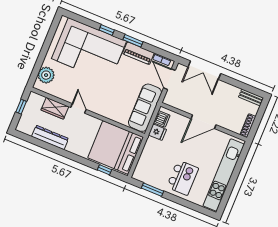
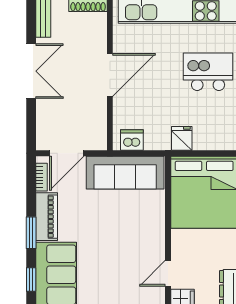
double door: (204, 70) -> (31, 71), moved
door: (204, 122) -> (110, 75), hinge flipped
fridge: (157, 132) -> (182, 138), moved

